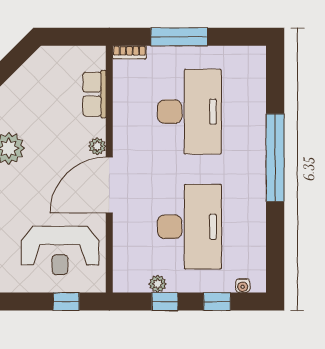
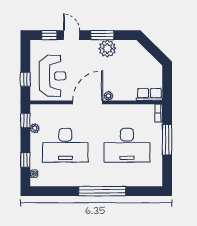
row of seats: (95, 94) -> (149, 94), moved
door: (109, 185) -> (88, 102), hinge flipped
reception desk: (60, 250) -> (53, 76), turned 180
window: (165, 302) -> (25, 121), moved

